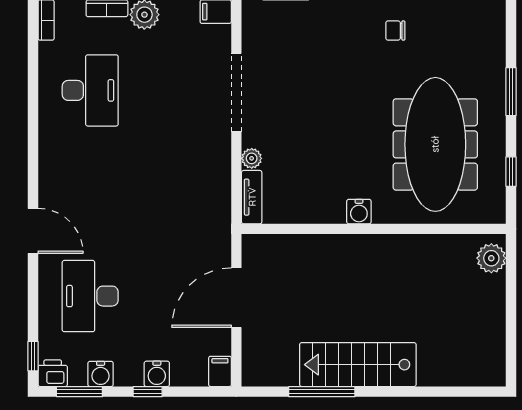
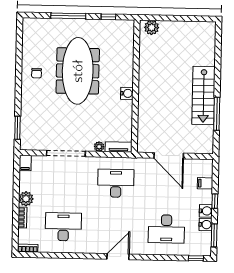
window: (511, 92) -> (68, 16), width x1.44
meeting table: (435, 144) -> (78, 71), moved, turned 90
desk: (179, 193) -> (116, 183), added
door: (33, 231) -> (118, 257), moved
filing cabinet: (220, 371) -> (205, 183), moved
printer: (53, 373) -> (205, 249), removed
water cooler: (157, 374) -> (206, 211), moved

